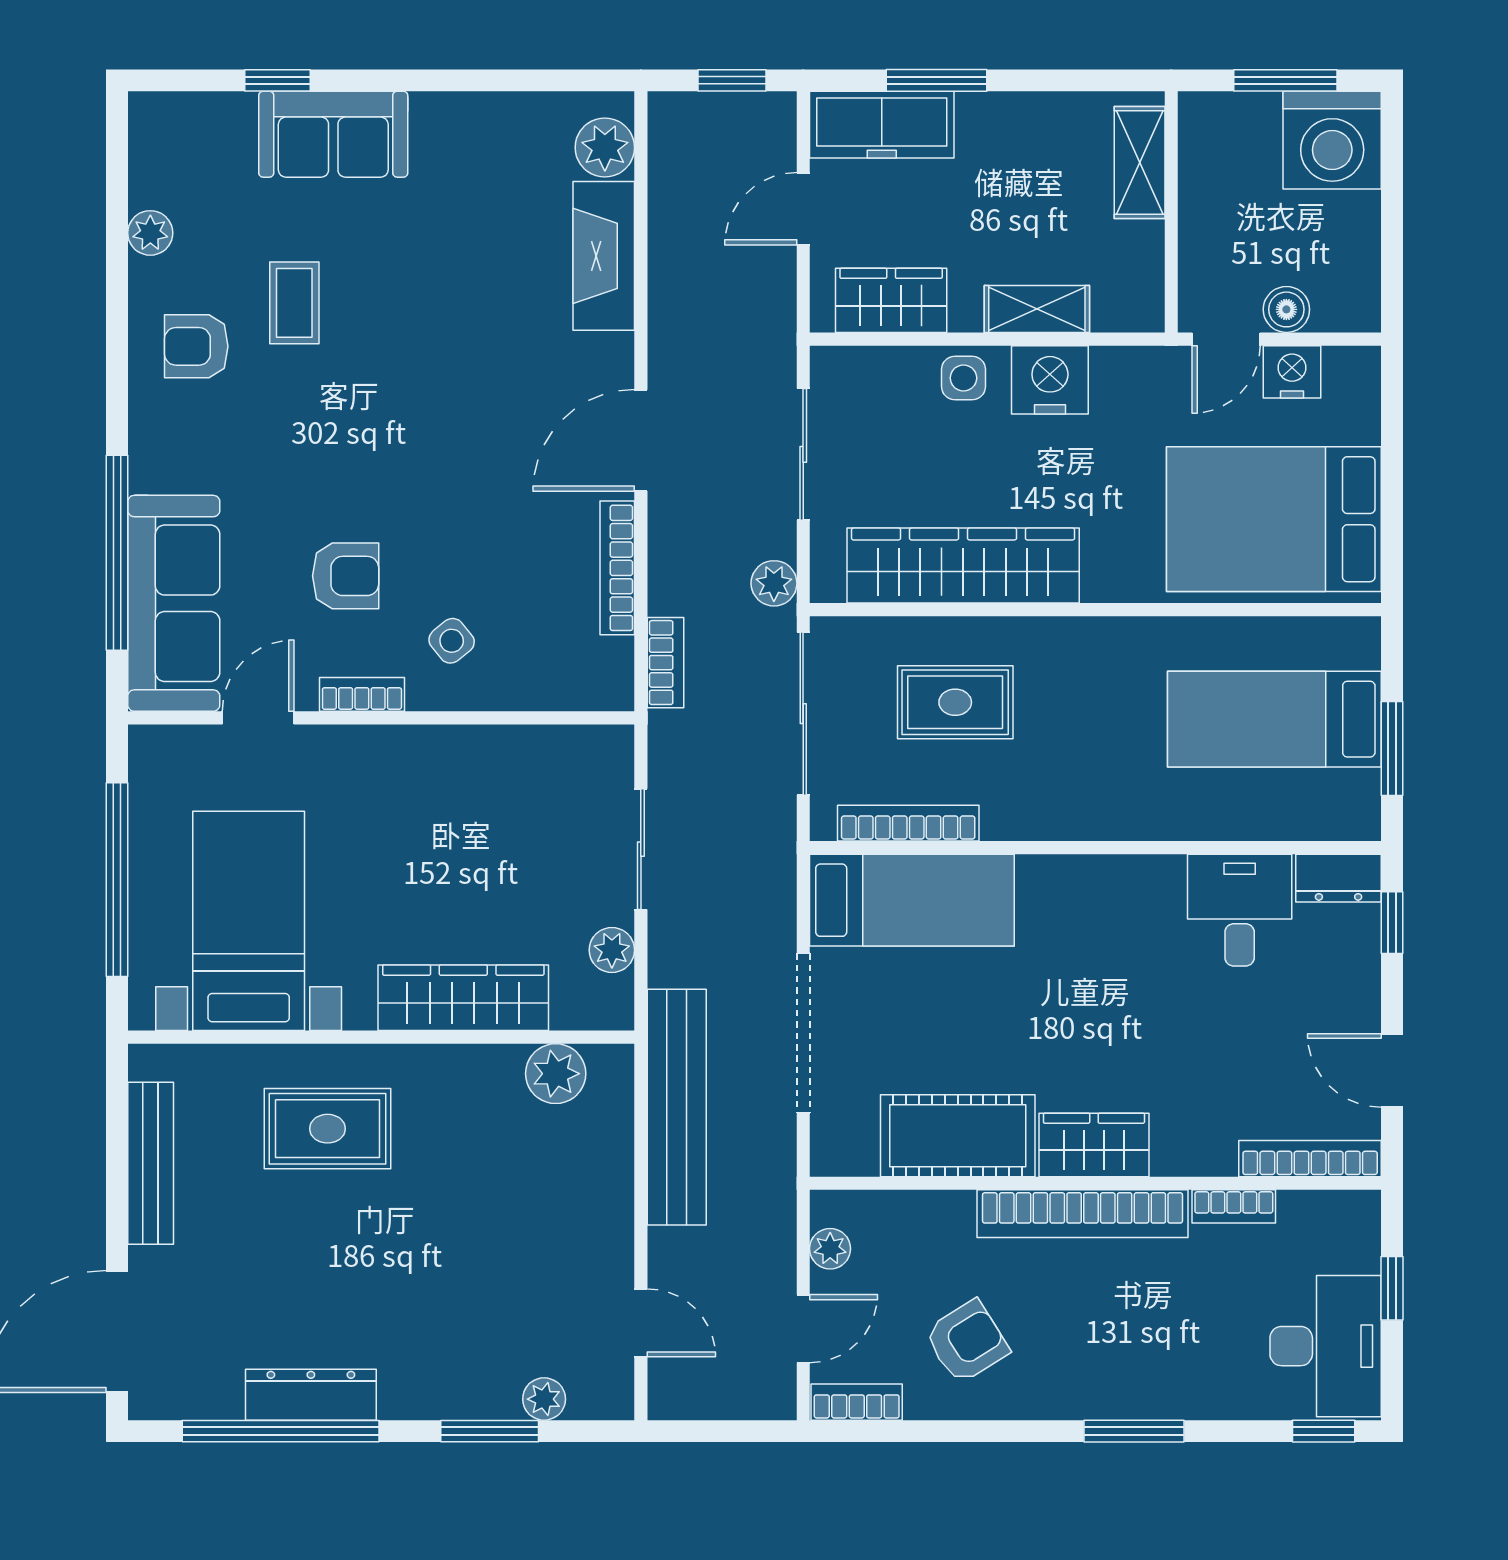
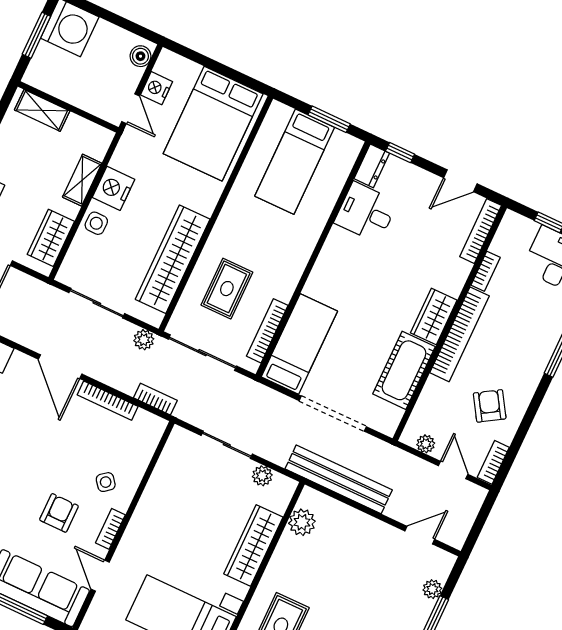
boiler: (1286, 309) -> (140, 56), moved

